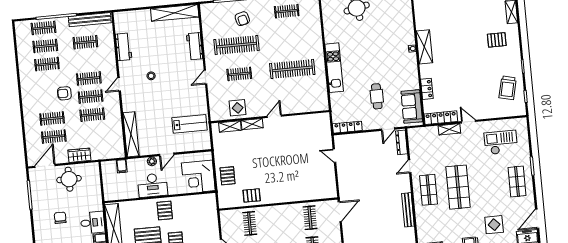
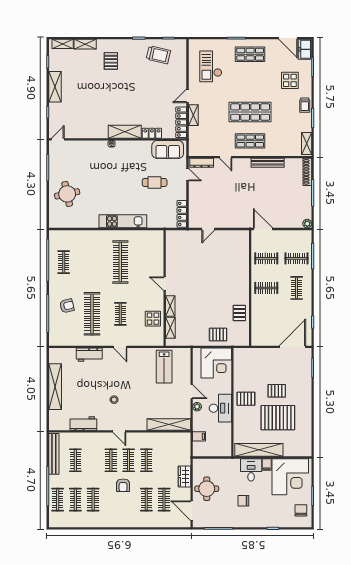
shelving: (175, 13) -> (55, 387), moved
shelving: (424, 47) -> (125, 132), moved
lab bench: (190, 124) -> (164, 367), turned 180
clothes rail: (250, 223) -> (266, 288), moved

